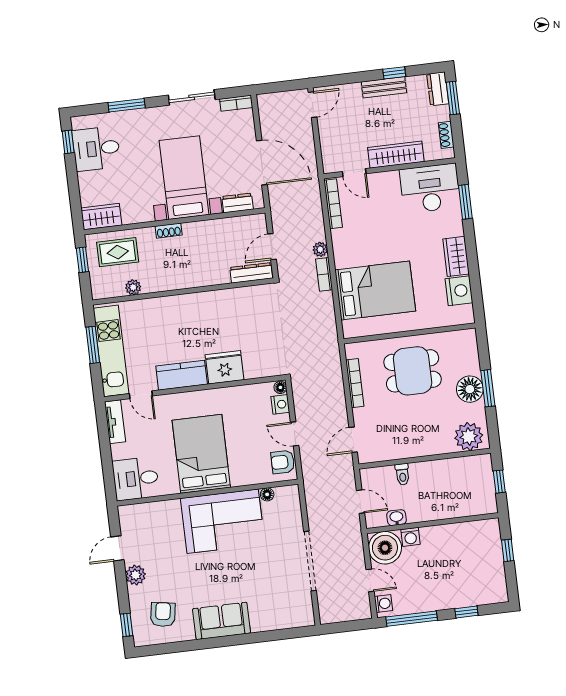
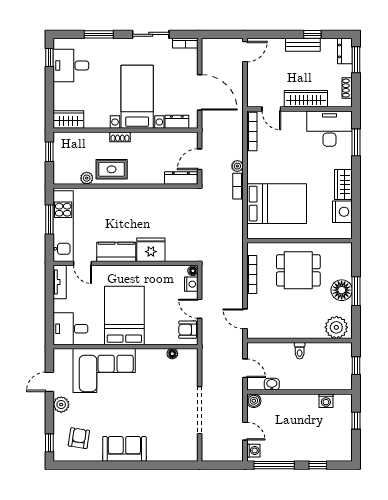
rug: (118, 252) -> (112, 169), moved
door: (353, 440) -> (245, 319), hinge flipped
toilet: (402, 474) -> (300, 351), moved
corner sofa: (223, 521) -> (104, 371), moved
washing machine: (411, 537) -> (326, 401), moved
boiler: (385, 548) -> (254, 401), width x0.54, depth x0.54

